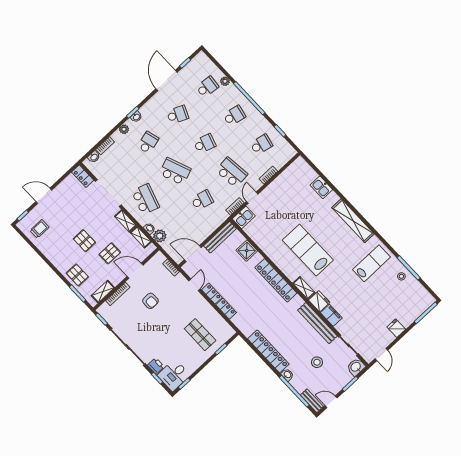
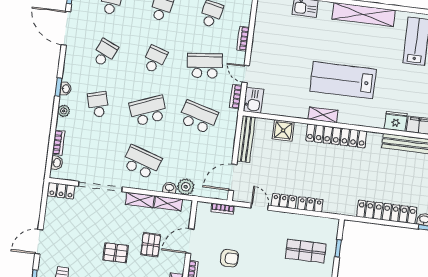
school desk: (202, 200) -> (198, 117), width x1.85
shelving: (304, 288) -> (323, 115), moved

